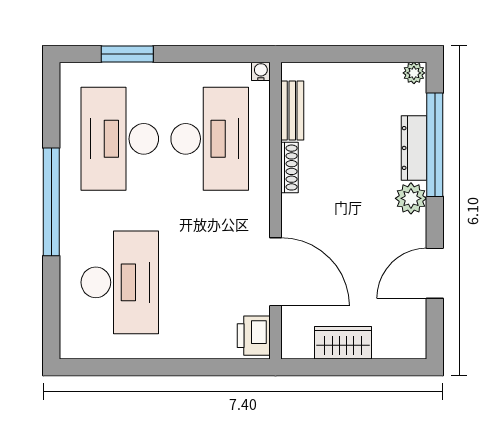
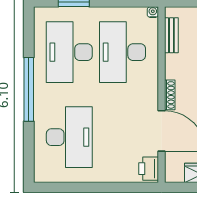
desk: (210, 139) -> (123, 52), turned 180
shoe rack: (289, 168) -> (170, 95), moved

